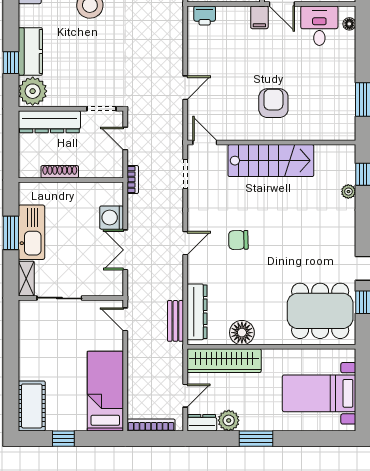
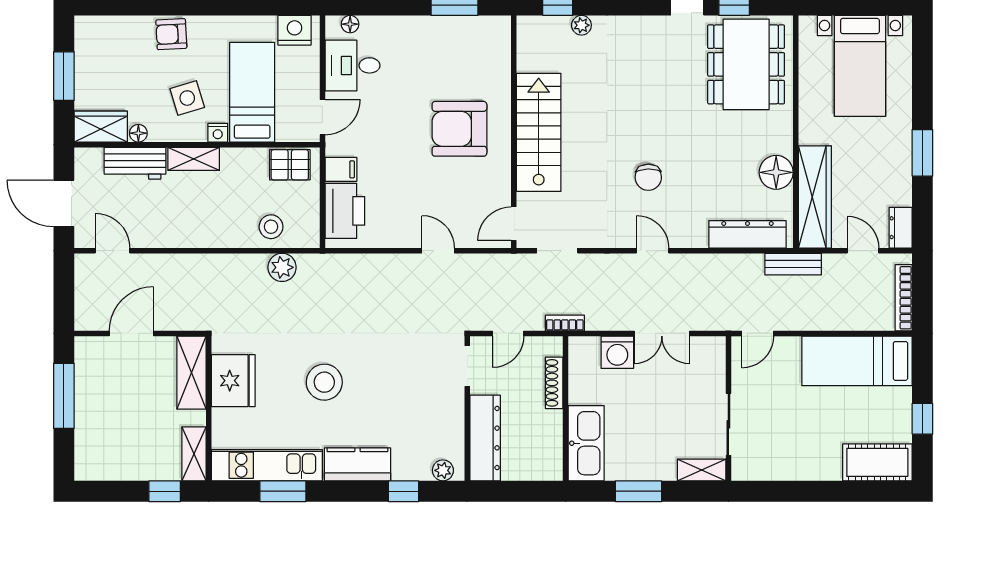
printer: (205, 15) -> (345, 211), width x1.87, depth x1.48
filing cabinet: (259, 17) -> (341, 169), moved
kitchen counter: (30, 51) -> (357, 464), moved
plant: (33, 91) -> (443, 470), width x0.53, depth x0.53
armchair: (273, 103) -> (459, 129), width x1.36, depth x1.36
shoe rack: (60, 172) -> (554, 383), moved
kitchen sink: (31, 232) -> (586, 443), moved, turned 90
bench: (175, 321) -> (793, 264), moved
plant: (229, 420) -> (897, 191), removed

